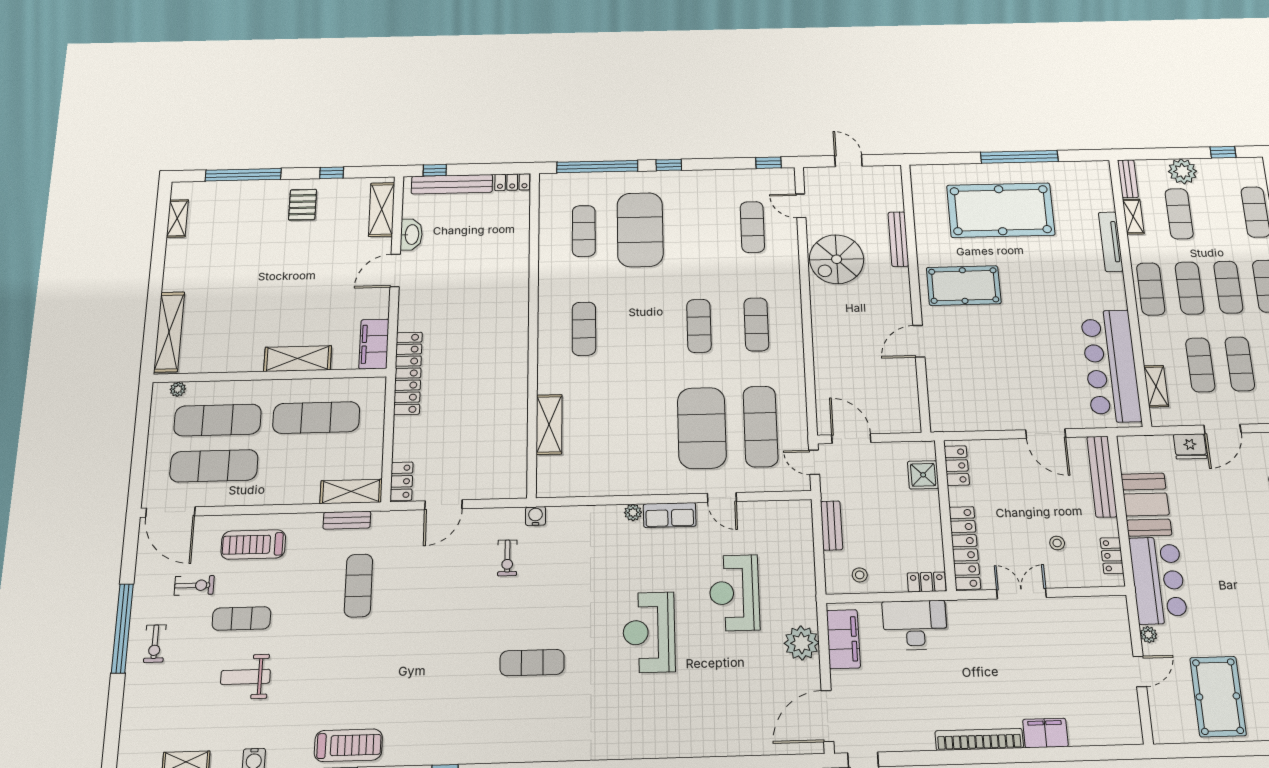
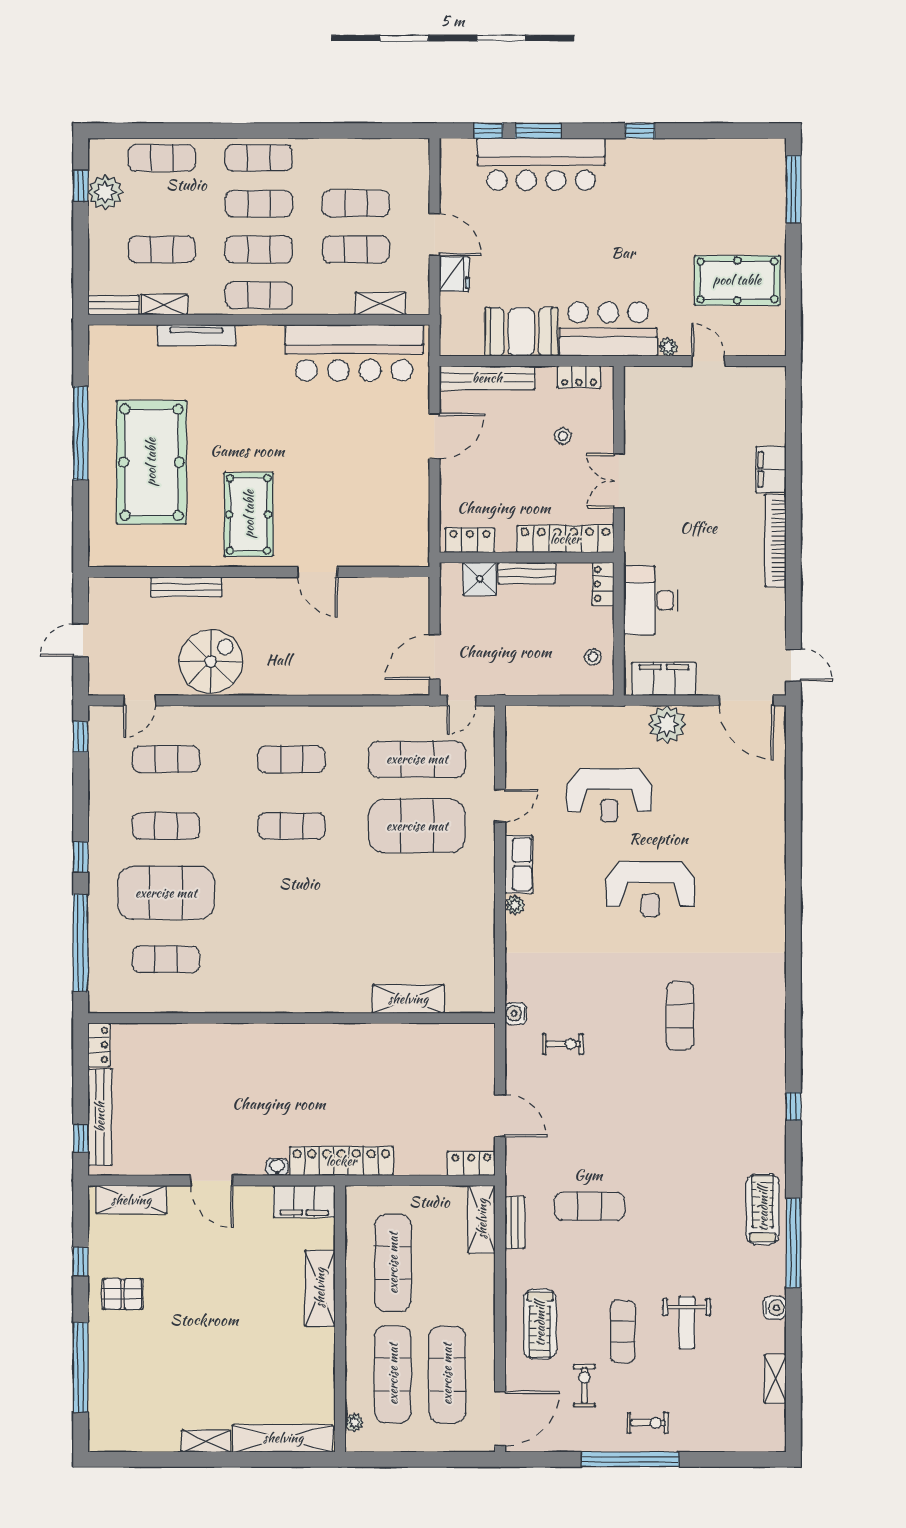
plant: (1183, 171) -> (105, 192), moved
shelving: (177, 218) -> (206, 1441), moved
washbasin: (411, 235) -> (277, 1167), moved, width x0.52, depth x0.69
spiral stairs: (837, 259) -> (211, 662), turned -90
exercise mat: (584, 329) -> (166, 826), moved
bench: (832, 525) -> (526, 573), moved

